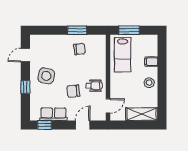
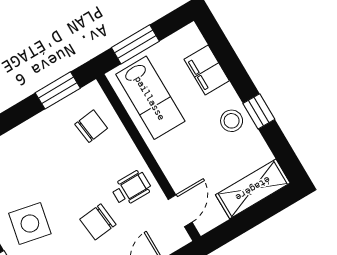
window: (77, 30) -> (58, 90), moved
chair: (79, 49) -> (91, 126), moved
filing cabinet: (151, 62) -> (207, 70), width x2.00
window: (162, 85) -> (259, 111), added

